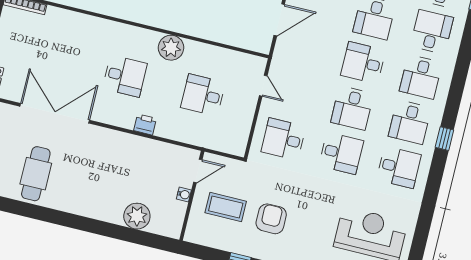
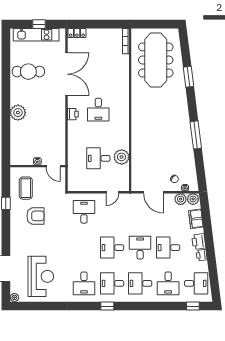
desk: (432, 32) -> (168, 283), turned 90
plant: (171, 48) -> (122, 157), moved
desk: (203, 95) -> (98, 158), turned -90
printer: (145, 124) -> (73, 114), moved
desk: (341, 153) -> (84, 248), removed
coffee table: (226, 207) -> (26, 188), moved
plant: (137, 216) -> (18, 113), moved

